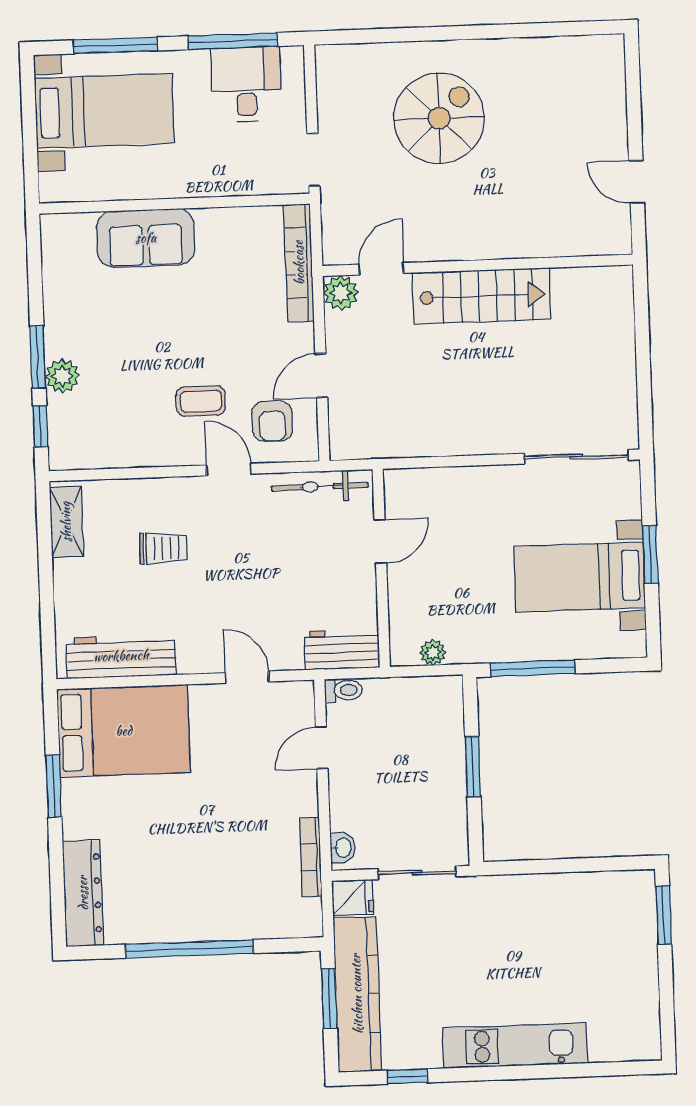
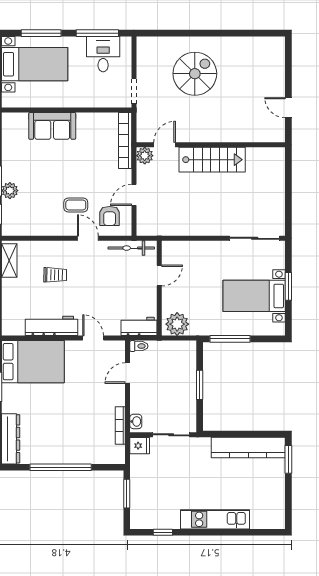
plant: (433, 652) -> (177, 324), width x1.87, depth x1.87
workbench: (121, 656) -> (51, 326), moved
kitchen counter: (357, 994) -> (248, 447), moved, turned 90

